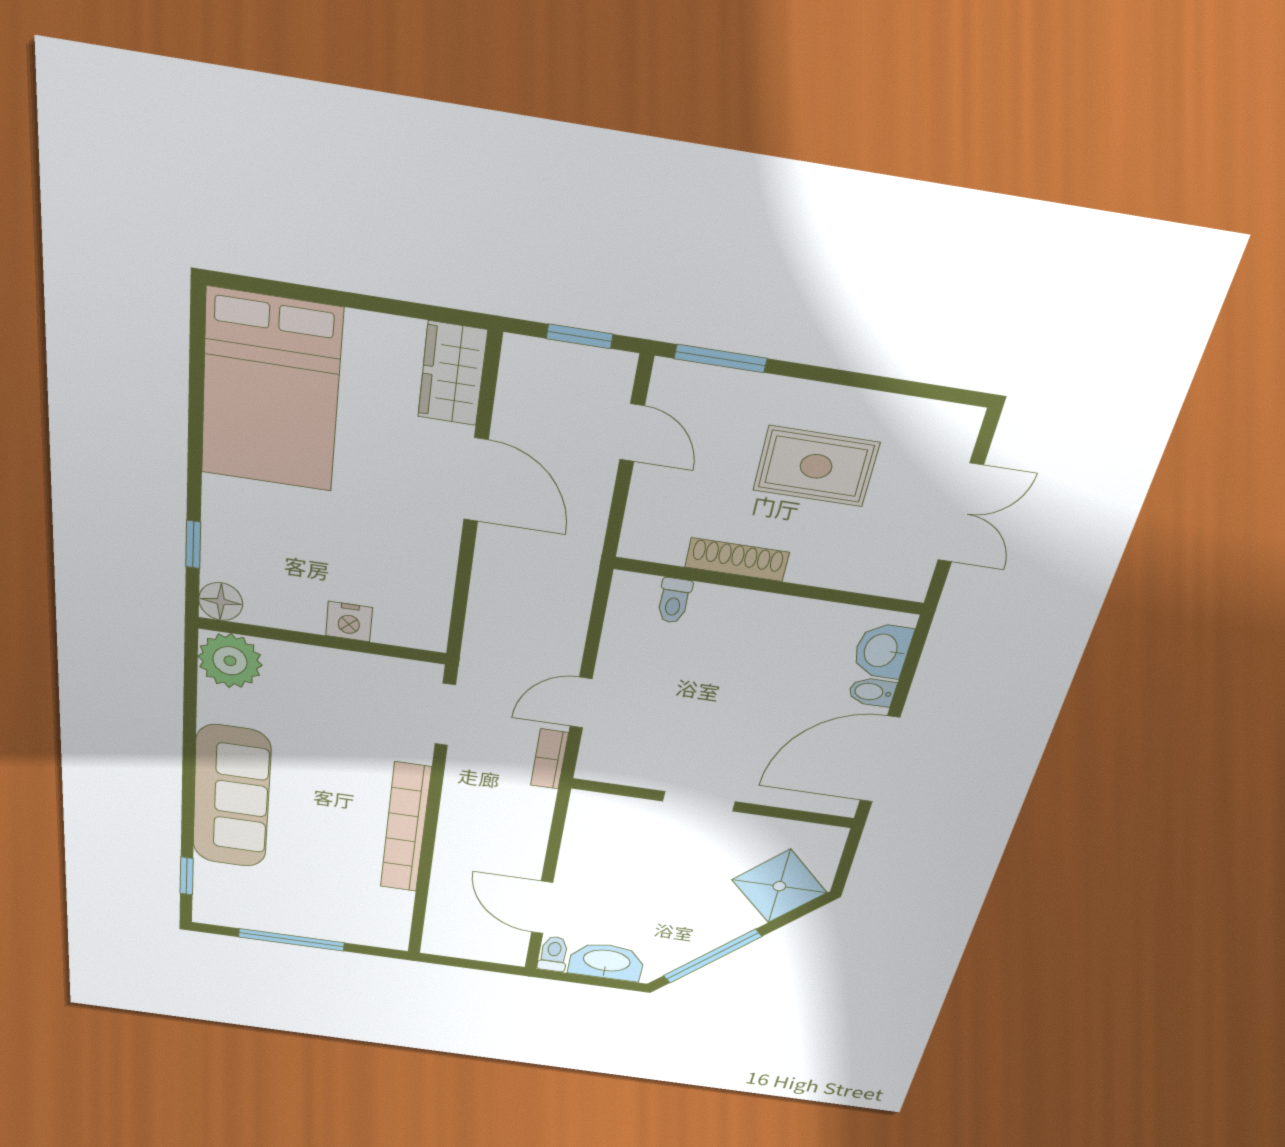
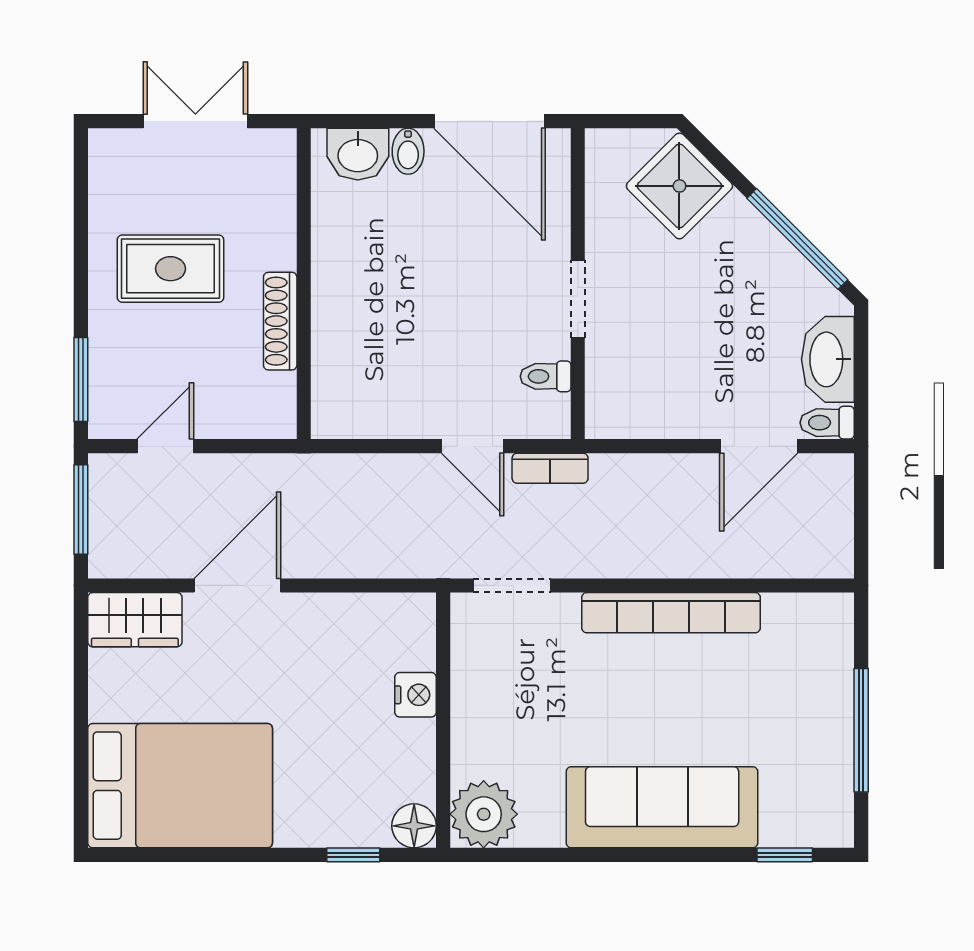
window: (580, 336) -> (81, 509), width x1.50
rug: (816, 466) -> (170, 269), turned 90
toilet: (674, 601) -> (546, 376), moved, turned 180

